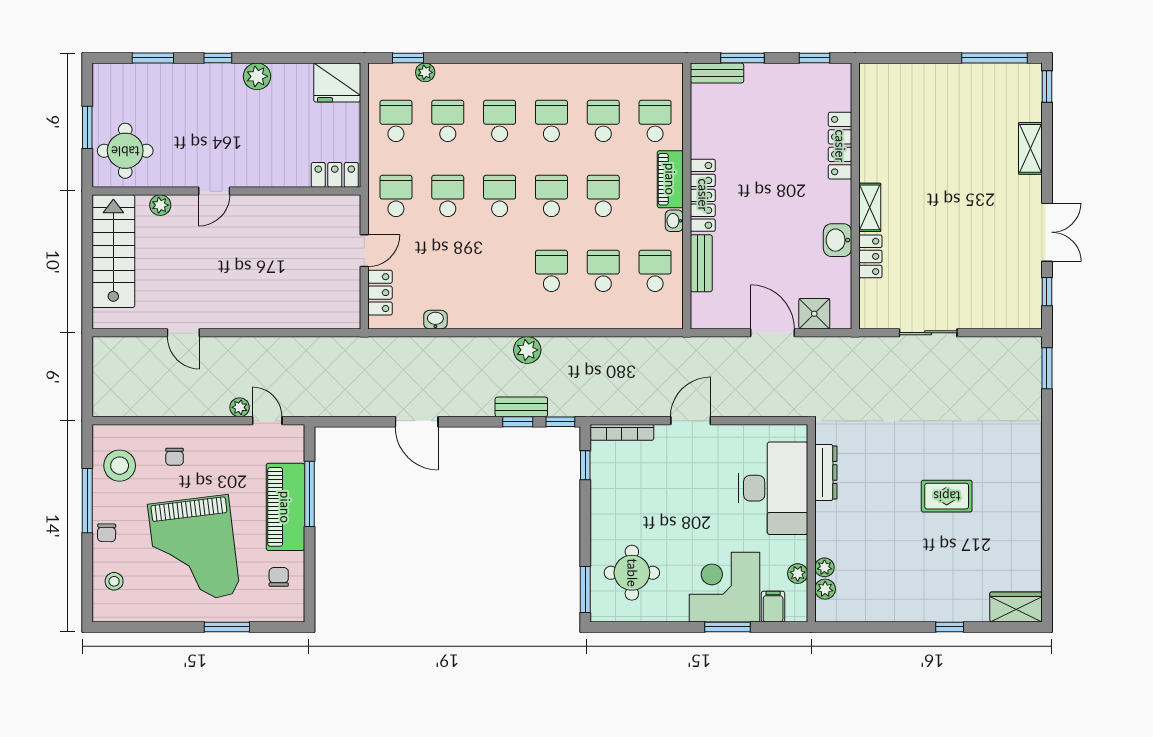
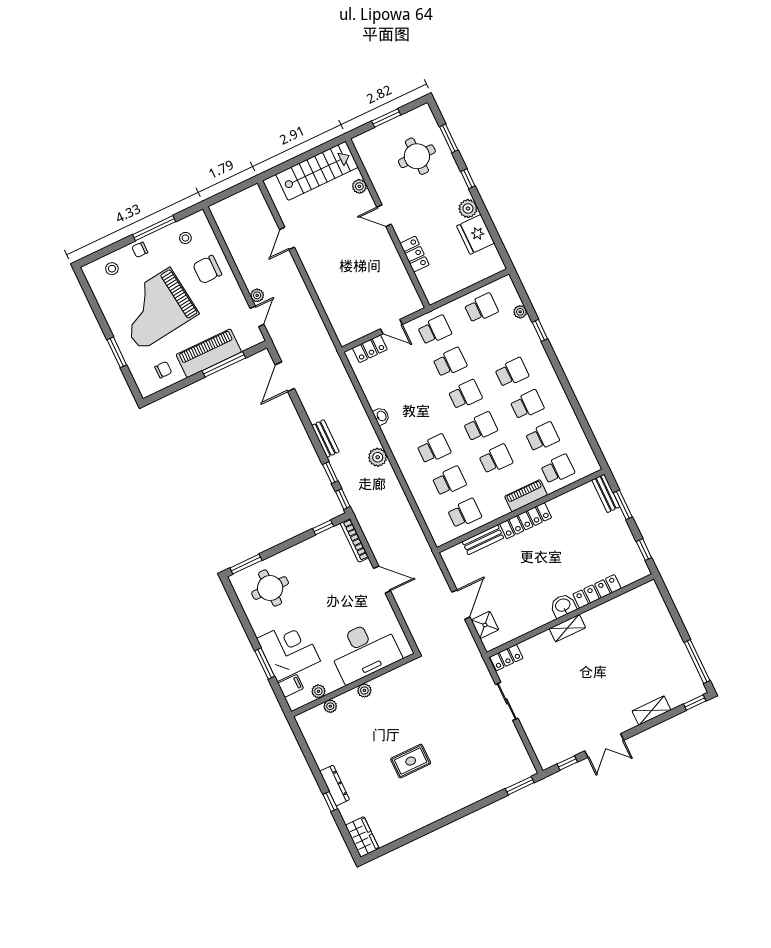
window: (408, 58) -> (540, 330), moved
fridge: (337, 83) -> (476, 234), moved
school desk: (448, 121) -> (497, 340), removed
round table: (125, 151) -> (417, 156), moved
locker: (335, 175) -> (415, 254), moved
washbasin: (674, 221) -> (501, 510), removed
washbasin: (838, 240) -> (563, 606), moved
locker: (870, 256) -> (506, 658), moved
washbasin: (435, 320) -> (381, 416), moved
bench: (521, 407) -> (325, 439), moved
door: (417, 422) -> (285, 377), moved
chair: (175, 457) -> (207, 270), width x1.87, depth x1.87
stool: (120, 466) -> (185, 238), width x0.53, depth x0.53
dresser: (826, 472) -> (335, 785), moved, turned -90
rug: (947, 496) -> (411, 761), turned 90
plant: (825, 589) -> (364, 690), moved

